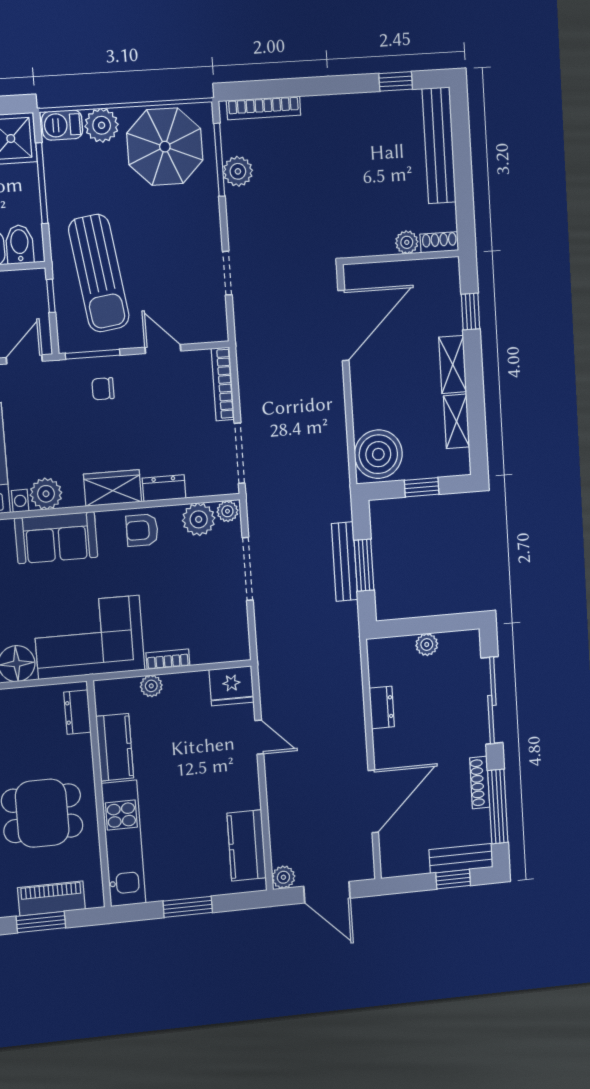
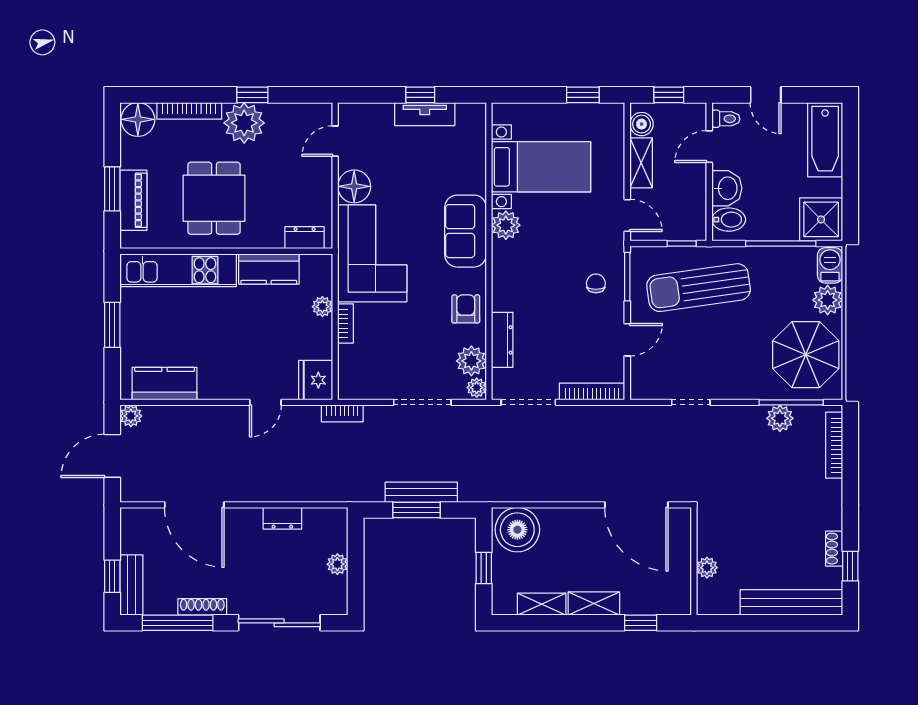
shoe rack: (439, 242) -> (834, 549), moved, turned 180
wardrobe: (113, 488) -> (506, 285), removed
dresser: (164, 488) -> (502, 340), width x1.44
bookcase: (265, 654) -> (342, 413), added

